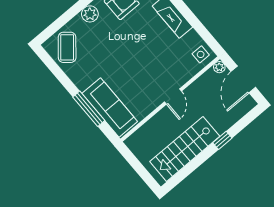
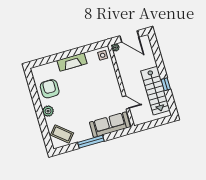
door: (173, 97) -> (126, 102), moved
window: (89, 109) -> (91, 142), moved
window: (222, 140) -> (166, 84), moved

